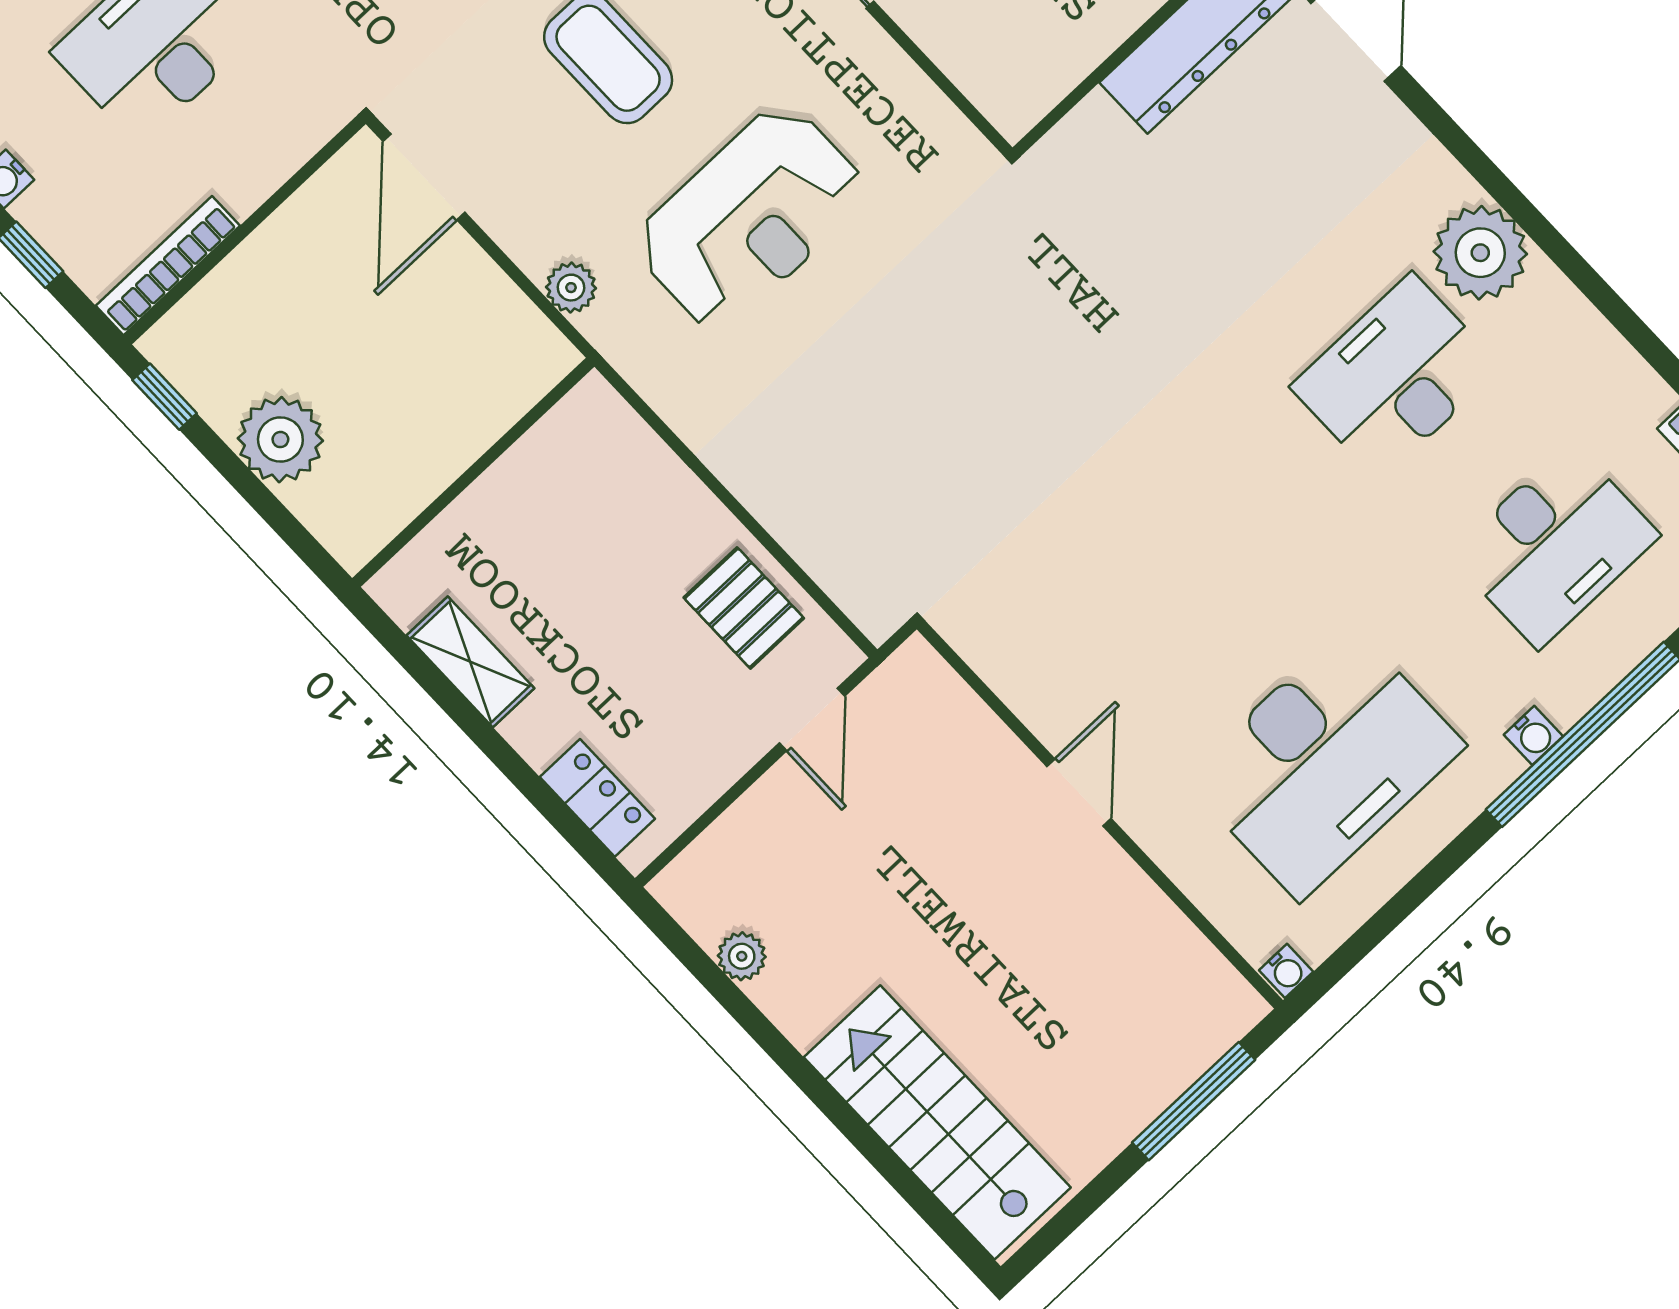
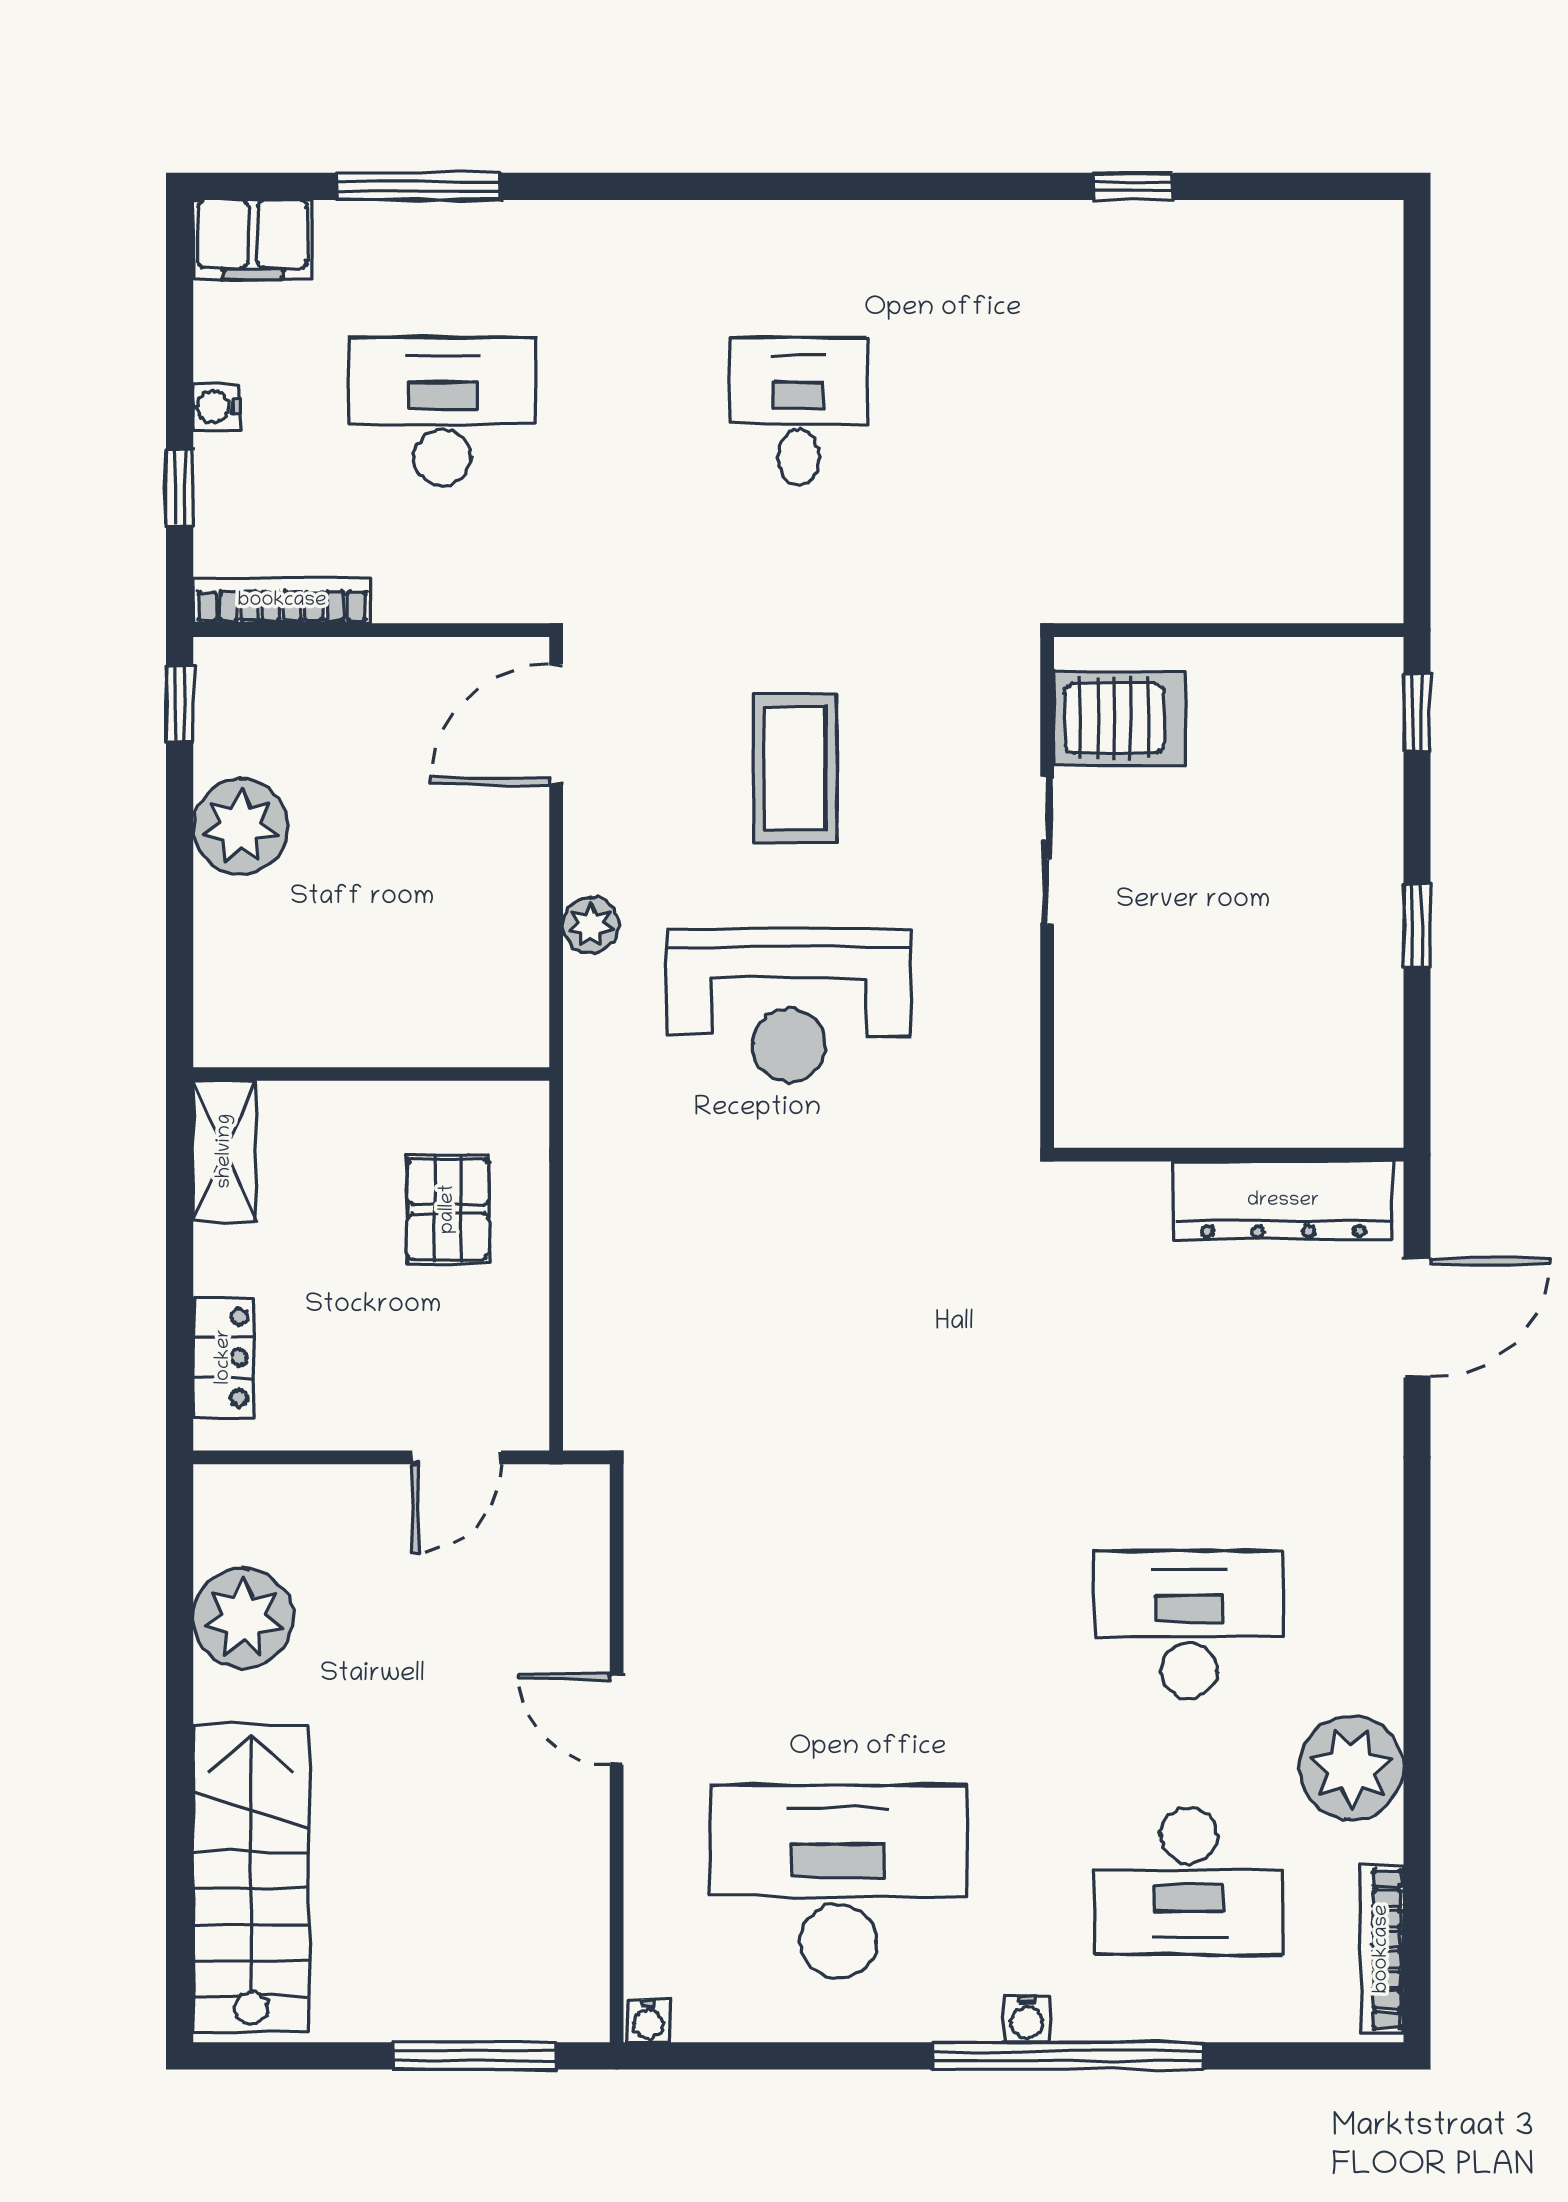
plant: (1480, 253) -> (1351, 1768), moved
wall: (473, 472) -> (371, 1074), moved
pallet: (744, 608) -> (448, 1209), moved
desk: (1324, 762) -> (838, 1881), turned 180
door: (1079, 792) -> (617, 1719), swing flipped
plant: (742, 956) -> (243, 1618), width x1.88, depth x1.88

